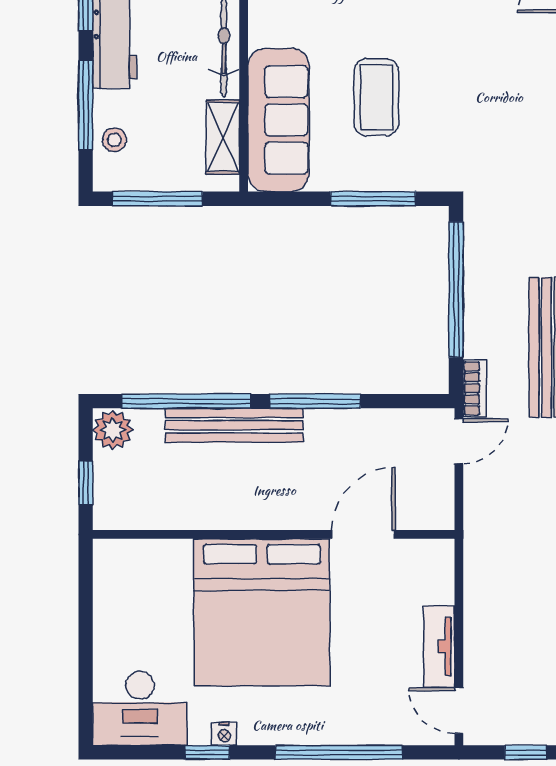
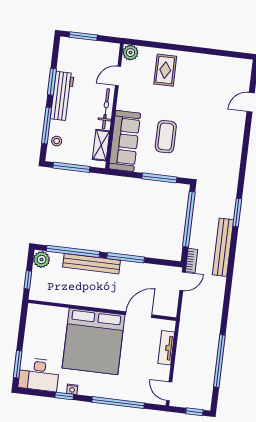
tv unit: (439, 647) -> (166, 348), moved
window: (86, 690) -> (18, 364), added

